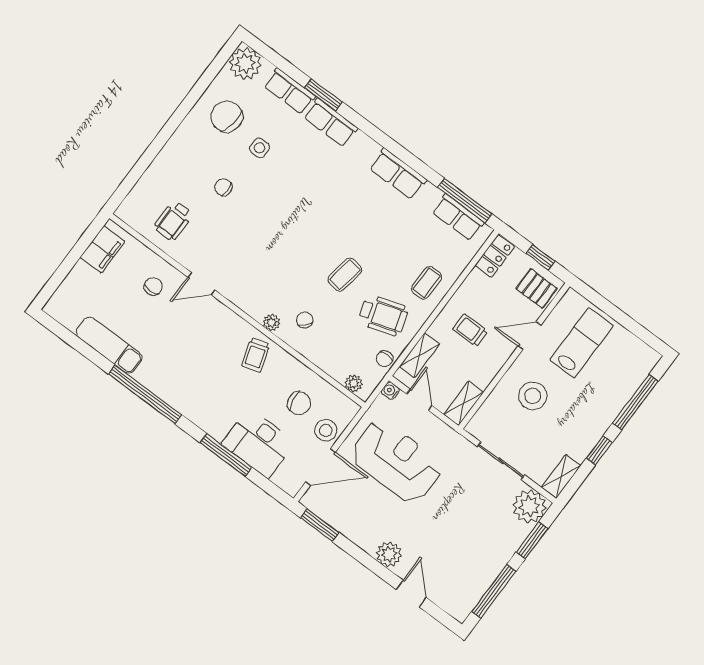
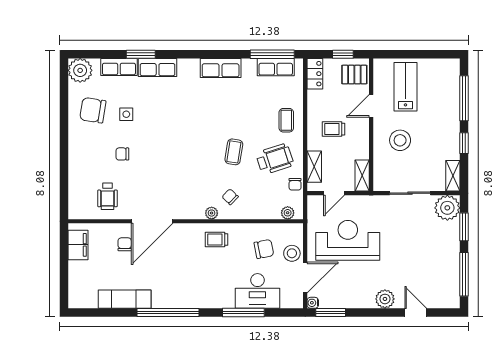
door: (201, 284) -> (152, 221), width x1.88
trolley: (256, 355) -> (217, 239), turned 108
water cooler: (390, 391) -> (313, 303), moved
door: (419, 400) -> (334, 193), swing flipped

